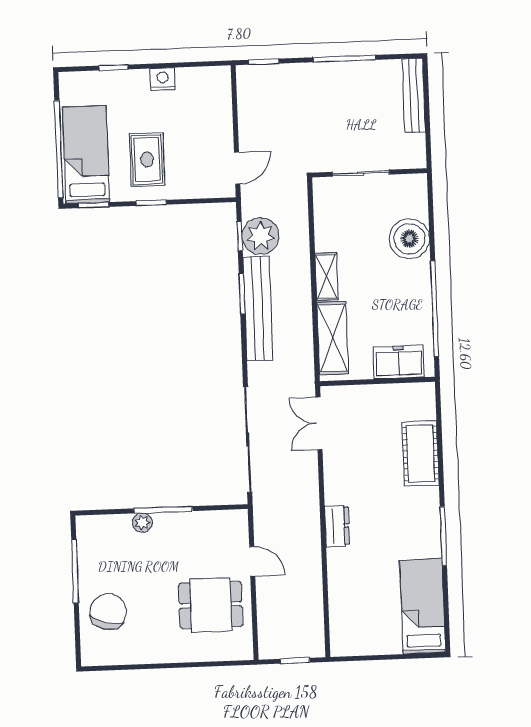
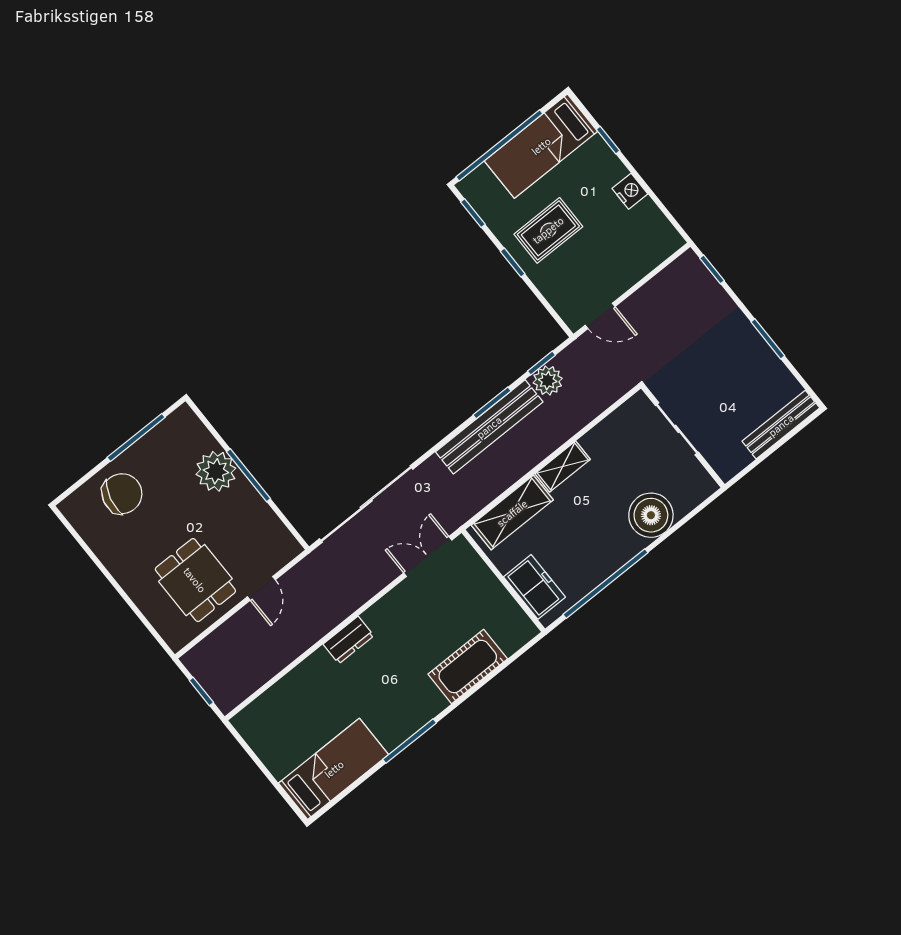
window: (344, 59) -> (768, 339), width x0.69
bed: (86, 155) -> (541, 146), moved, turned 180
plant: (260, 236) -> (548, 381), width x0.73, depth x0.73
plant: (142, 523) -> (216, 471), width x1.88, depth x1.88

